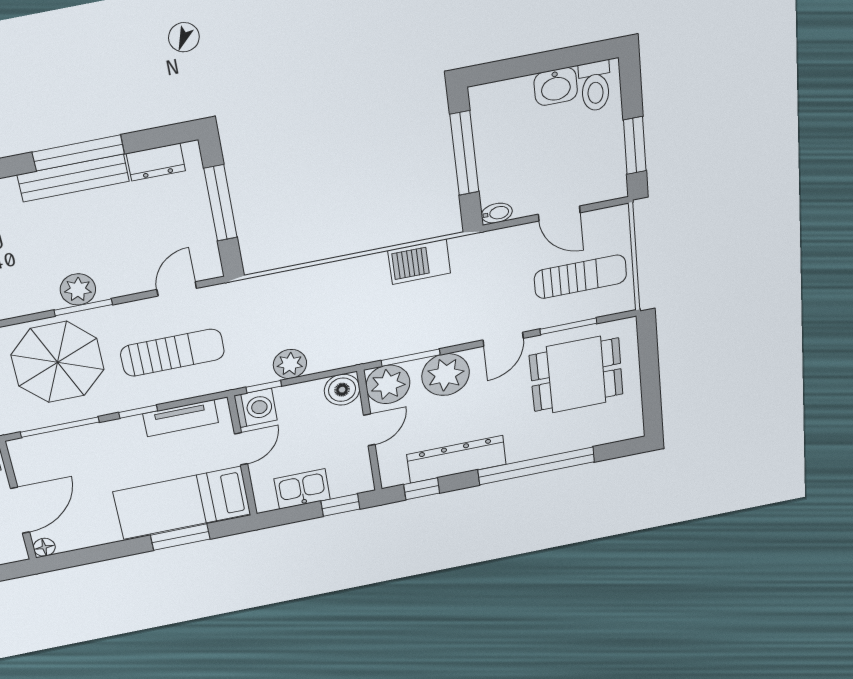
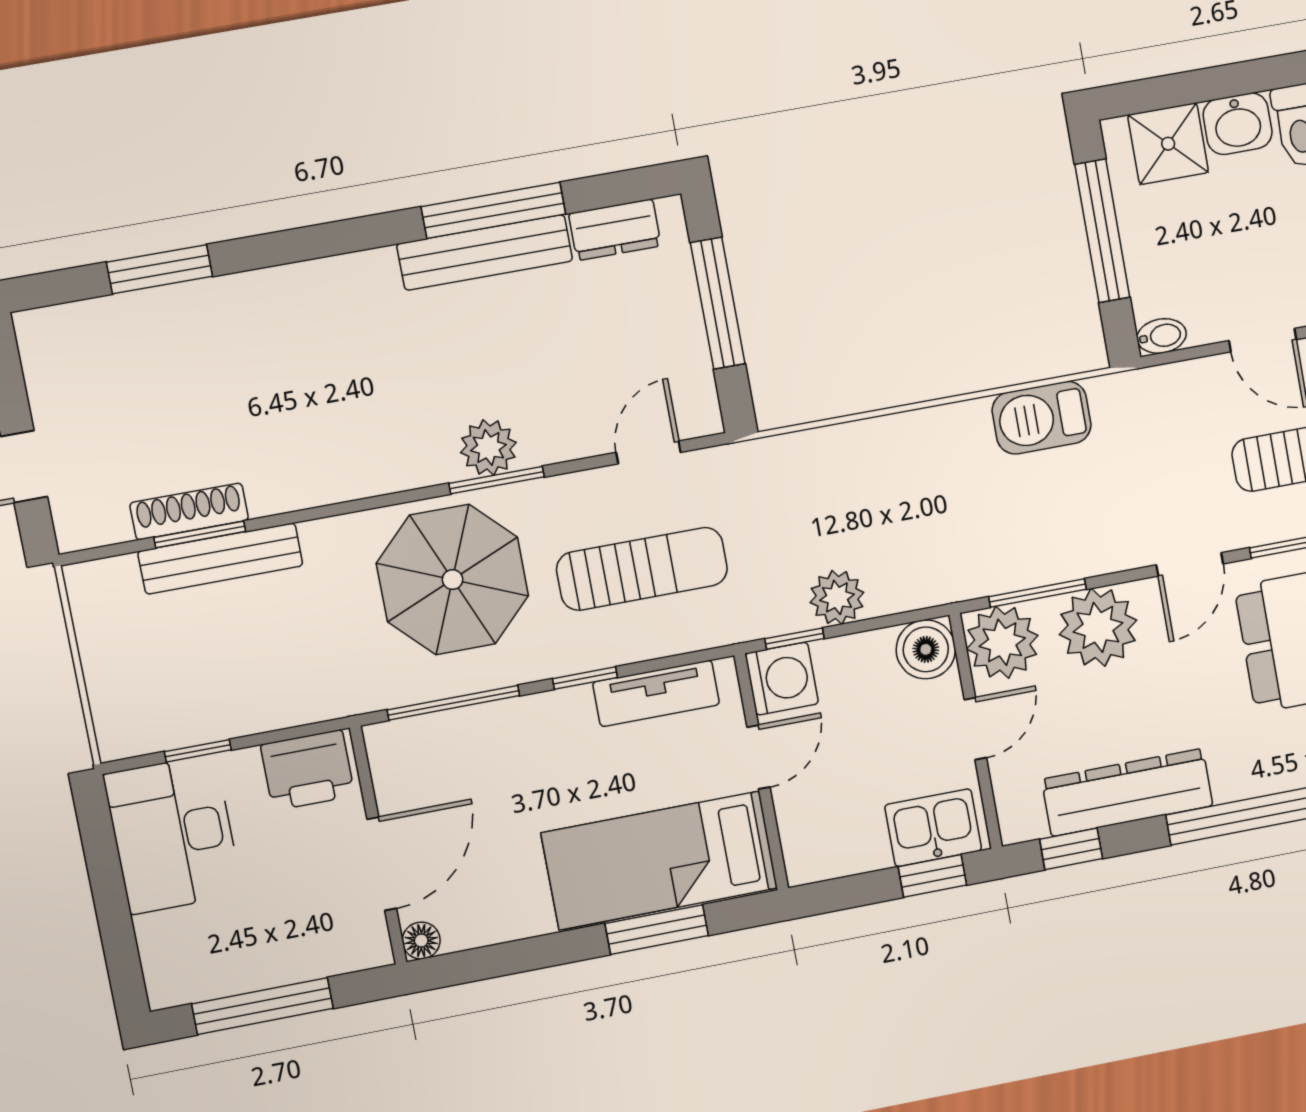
shower: (510, 100) -> (1168, 144), added
kitchen sink: (302, 489) -> (933, 828), moved

